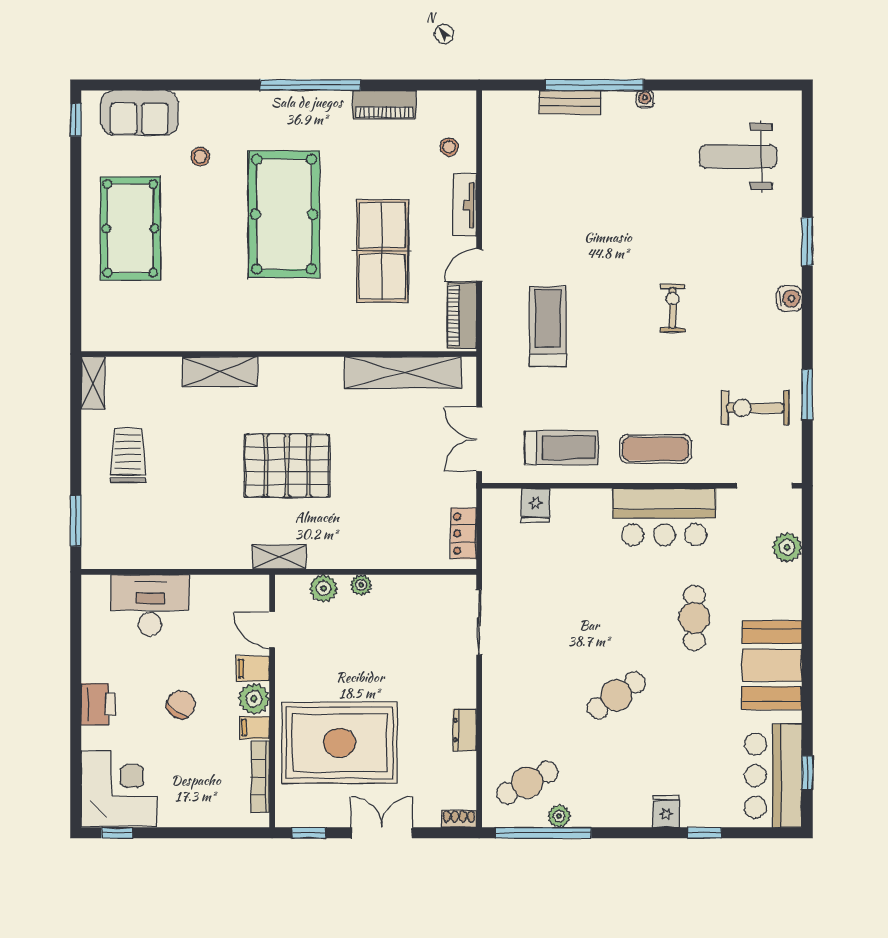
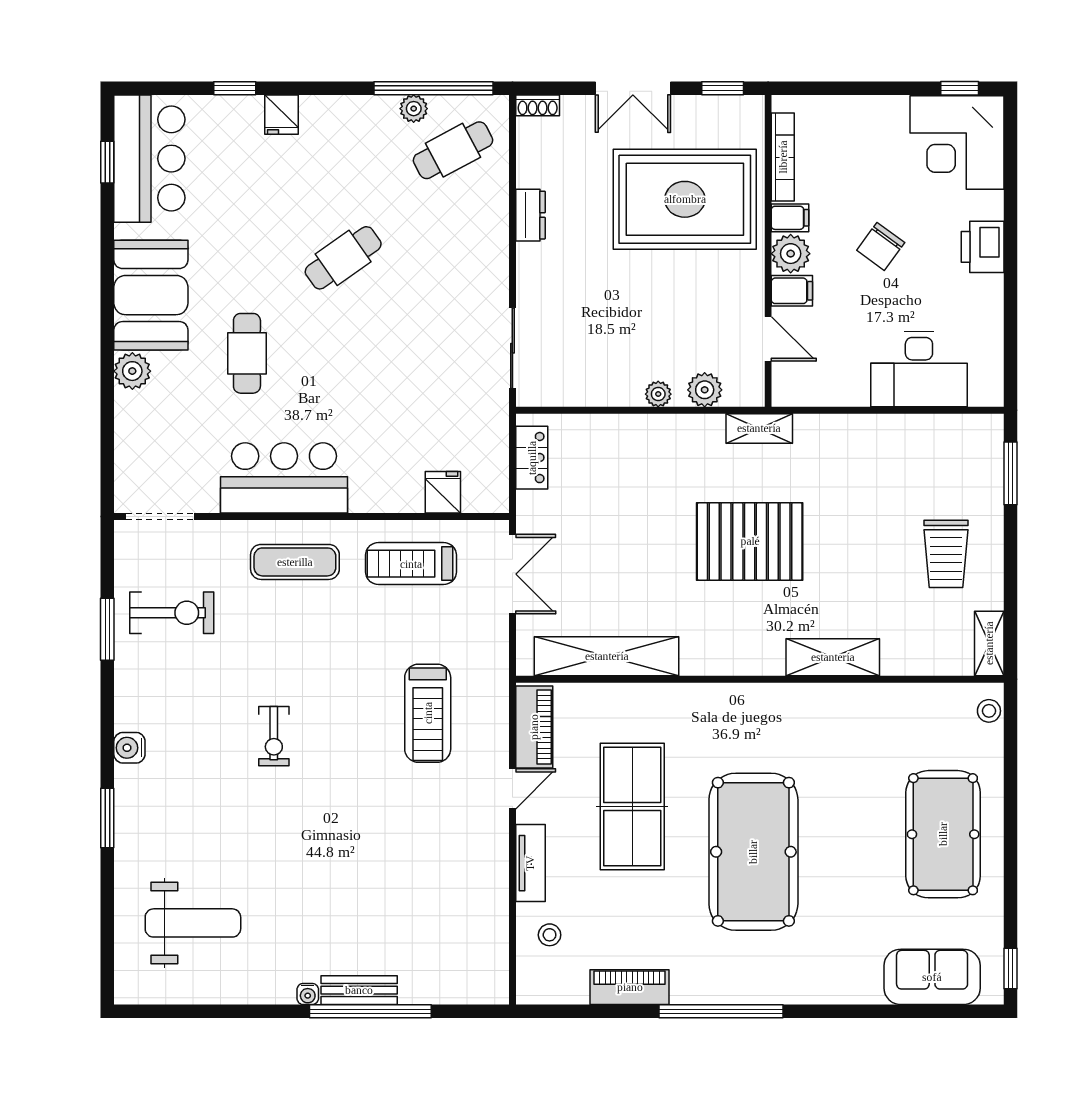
bench: (570, 102) -> (359, 990), moved
stool: (200, 157) -> (989, 711), moved
plant: (787, 547) -> (132, 371), moved

